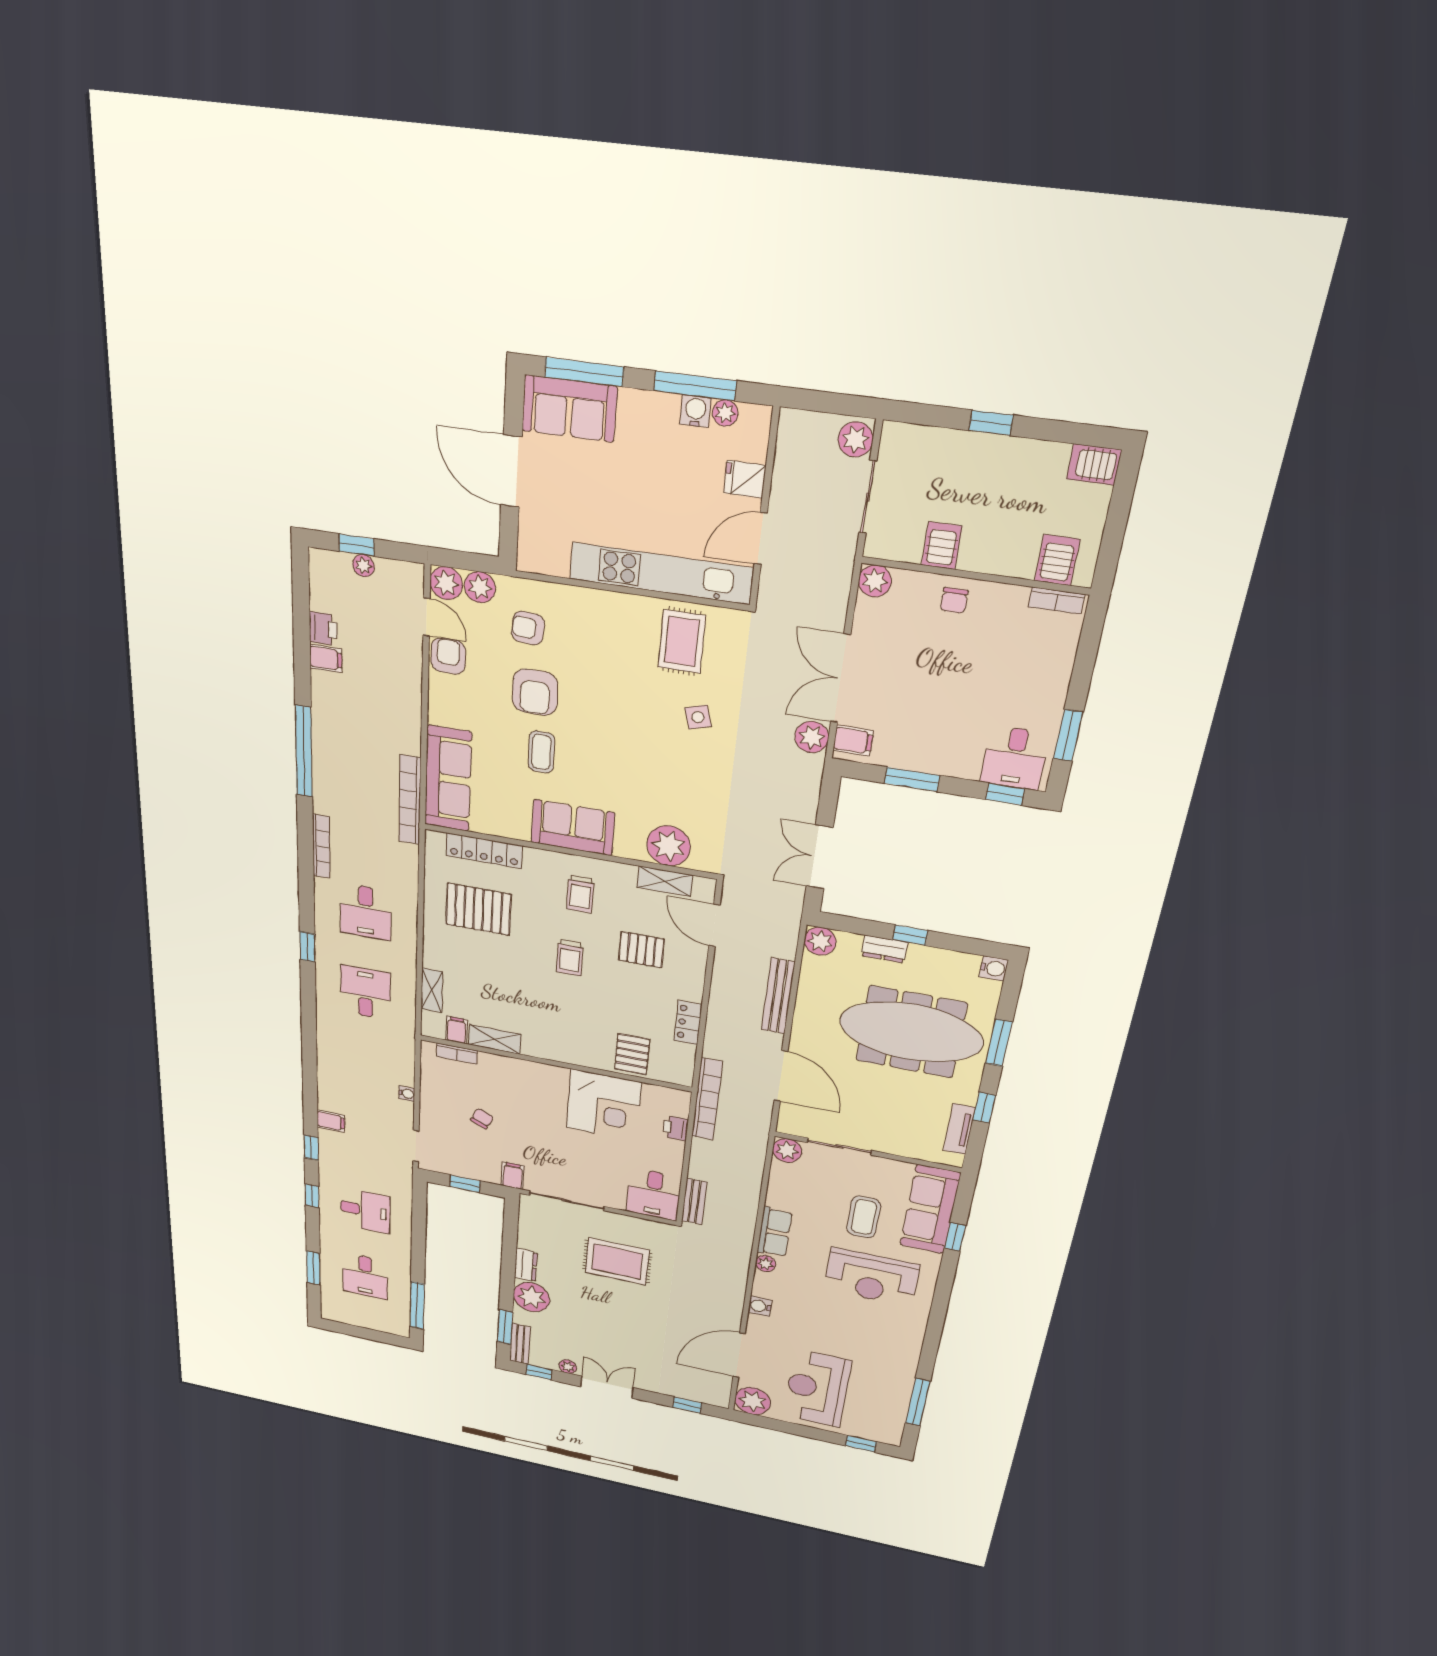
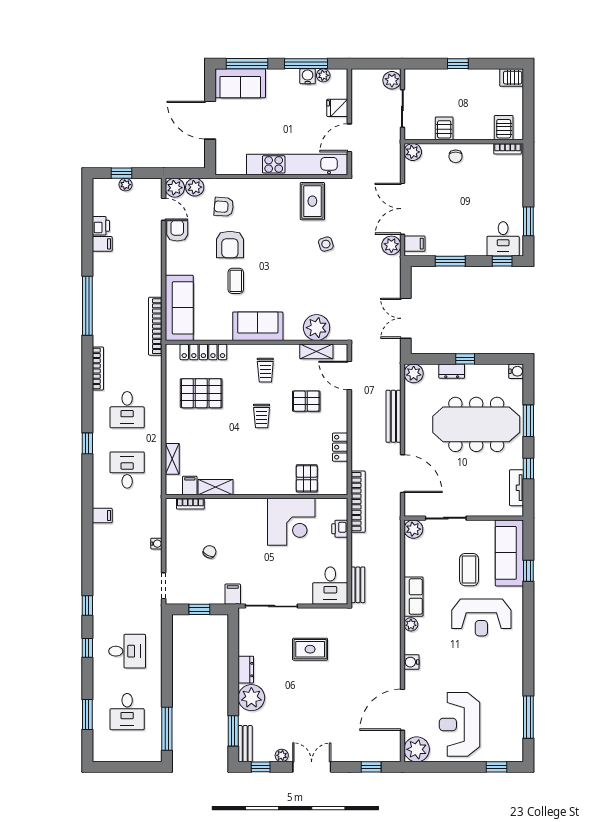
filing cabinet: (331, 1121) -> (102, 515), moved
rug: (617, 1261) -> (310, 649), width x0.73, depth x0.70

